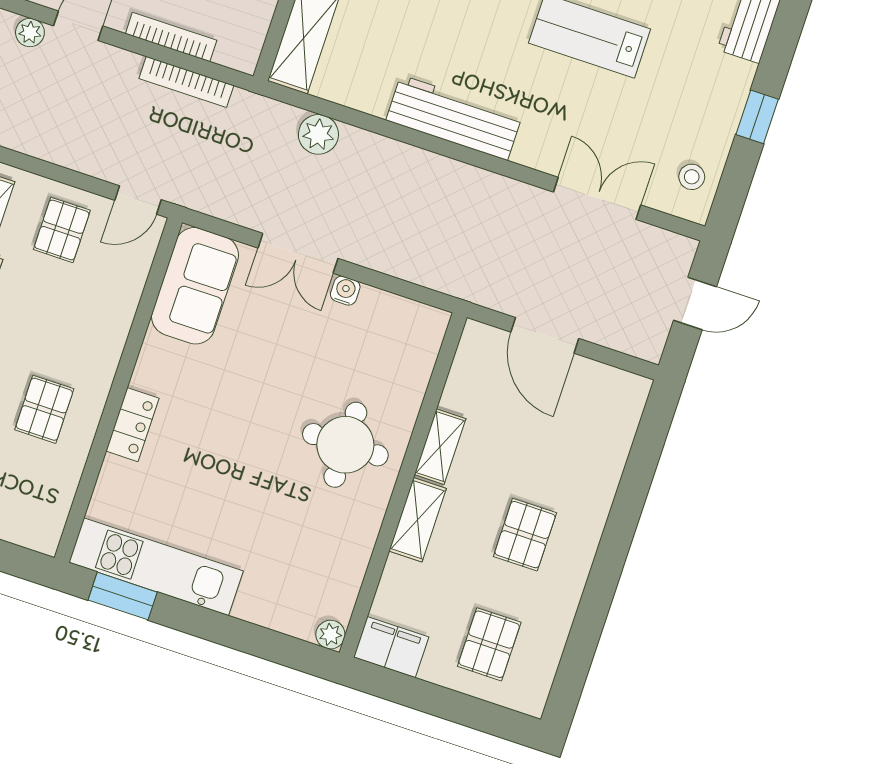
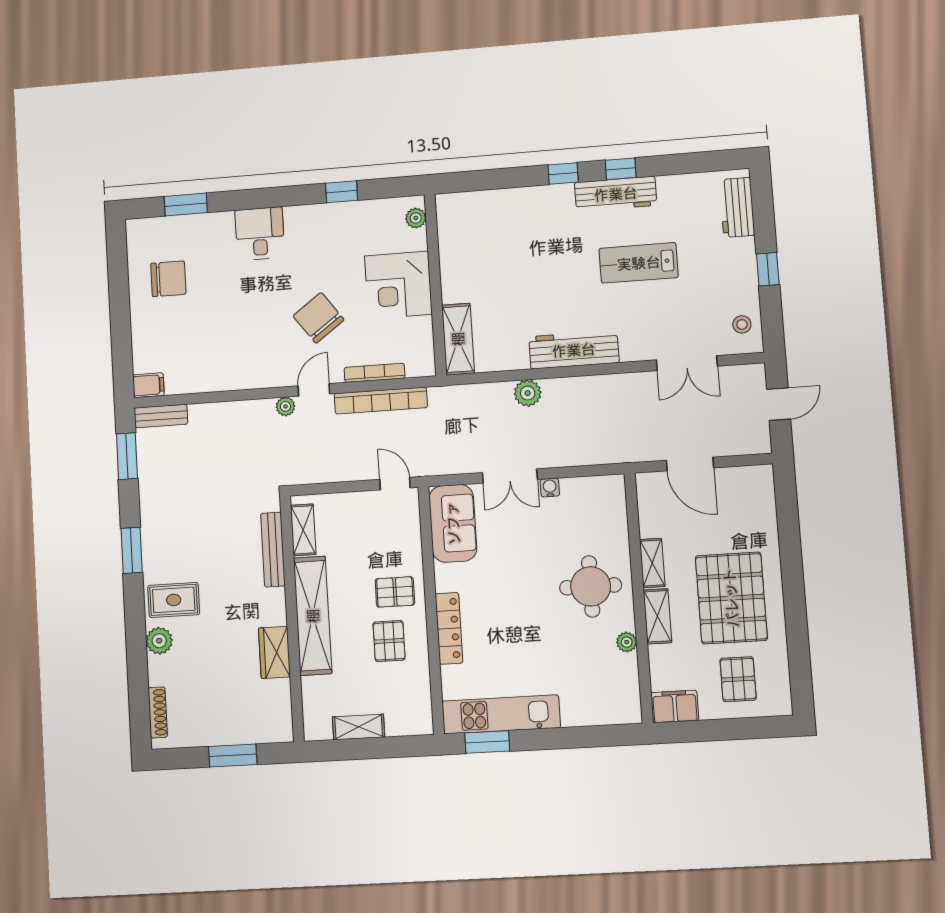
bookcase: (186, 82) -> (381, 401), width x1.48, depth x1.31
plant: (318, 134) -> (528, 393), moved
double door: (597, 198) -> (687, 363), swing flipped
door: (138, 200) -> (395, 484), swing flipped
pallet: (62, 230) -> (395, 592), moved, turned 90
locker: (132, 425) -> (449, 628), width x1.53
pallet: (525, 535) -> (731, 598), width x2.05, depth x2.00
plant: (330, 635) -> (627, 642), moved

